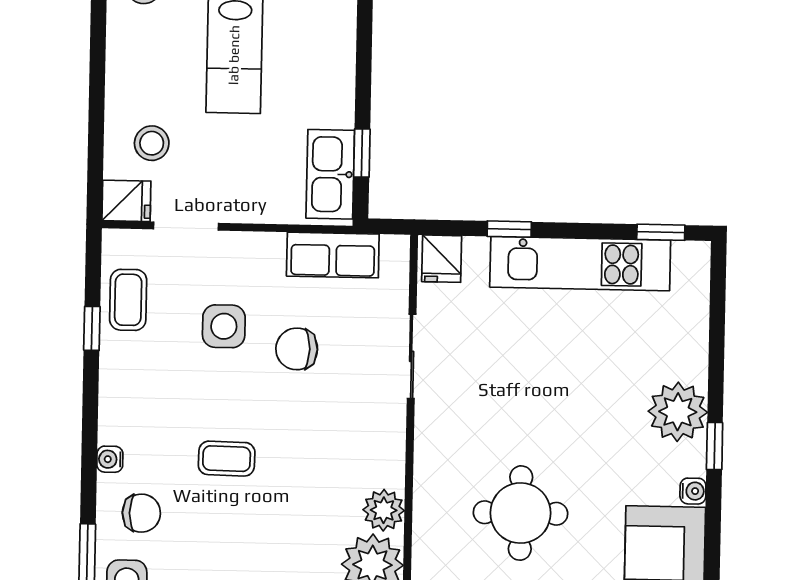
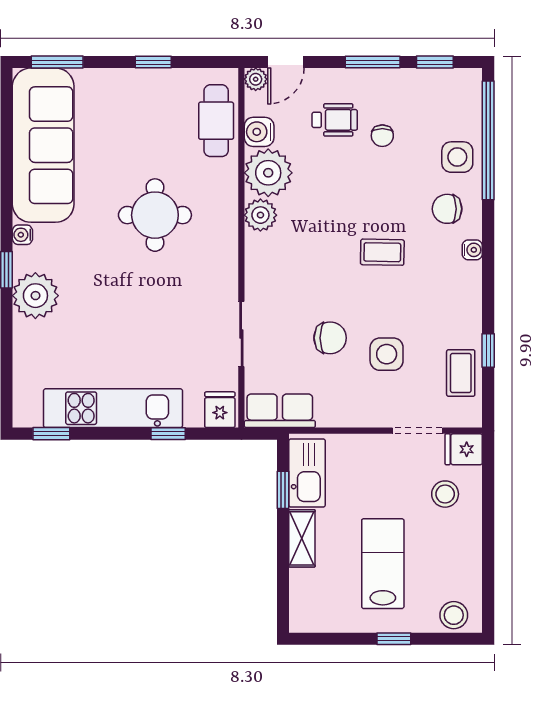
shelving: (339, 90) -> (302, 538), added
row of seats: (333, 255) -> (280, 411), moved

